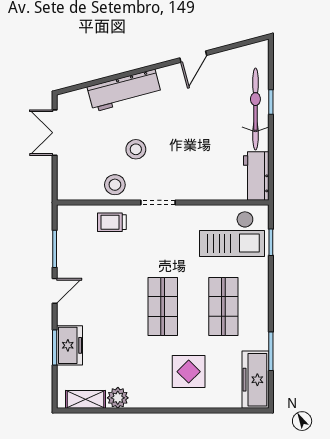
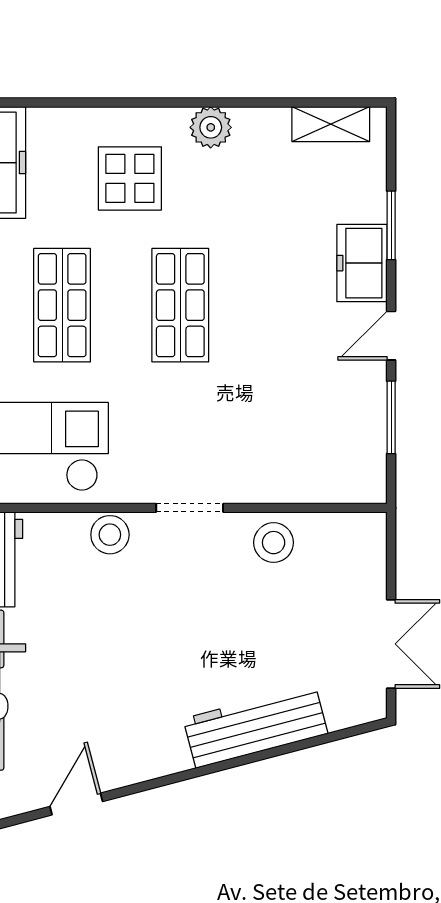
door: (193, 57) -> (76, 804), moved
stool: (136, 149) -> (110, 535), moved
trolley: (112, 222) -> (279, 469), removed
freezer: (70, 345) -> (362, 263), moved
plant: (118, 398) -> (211, 127), moved

